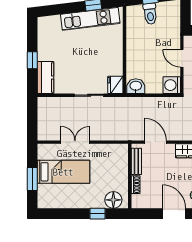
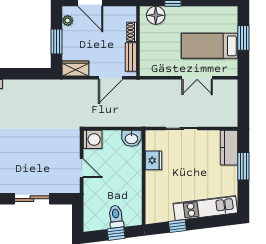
kitchen unit: (90, 19) -> (205, 208), moved
window: (32, 60) -> (243, 166), width x1.50
fridge: (115, 85) -> (154, 160), moved
door: (155, 142) -> (111, 78), hinge flipped

